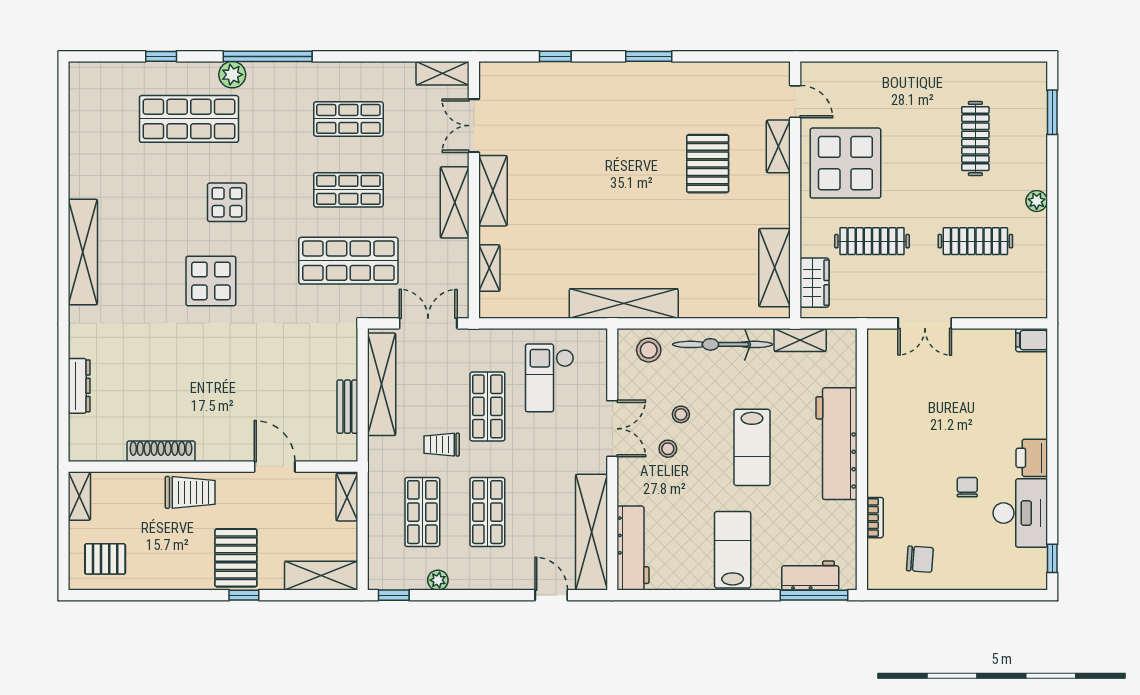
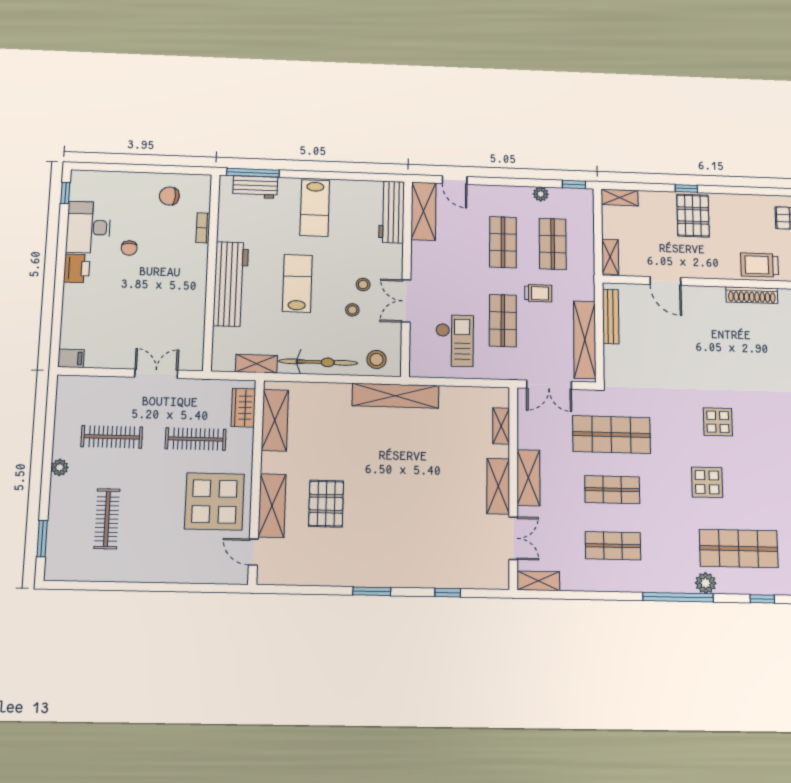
shelving: (778, 146) -> (272, 506), width x1.50, depth x1.33
display table: (211, 281) -> (718, 422), width x0.73, depth x0.73
bench: (347, 407) -> (611, 317), width x1.36
trolley: (190, 492) -> (759, 265), moved
shelving: (591, 532) -> (423, 211), width x0.68
shelving: (321, 576) -> (620, 197), width x0.67, depth x0.75

